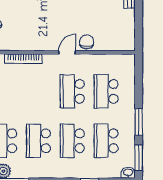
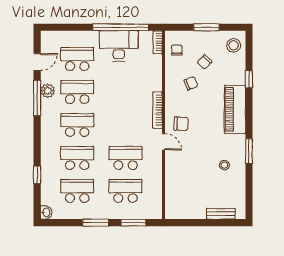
chair: (87, 42) -> (181, 124), moved
door: (67, 52) -> (164, 142), moved
window: (139, 158) -> (133, 223), moved

